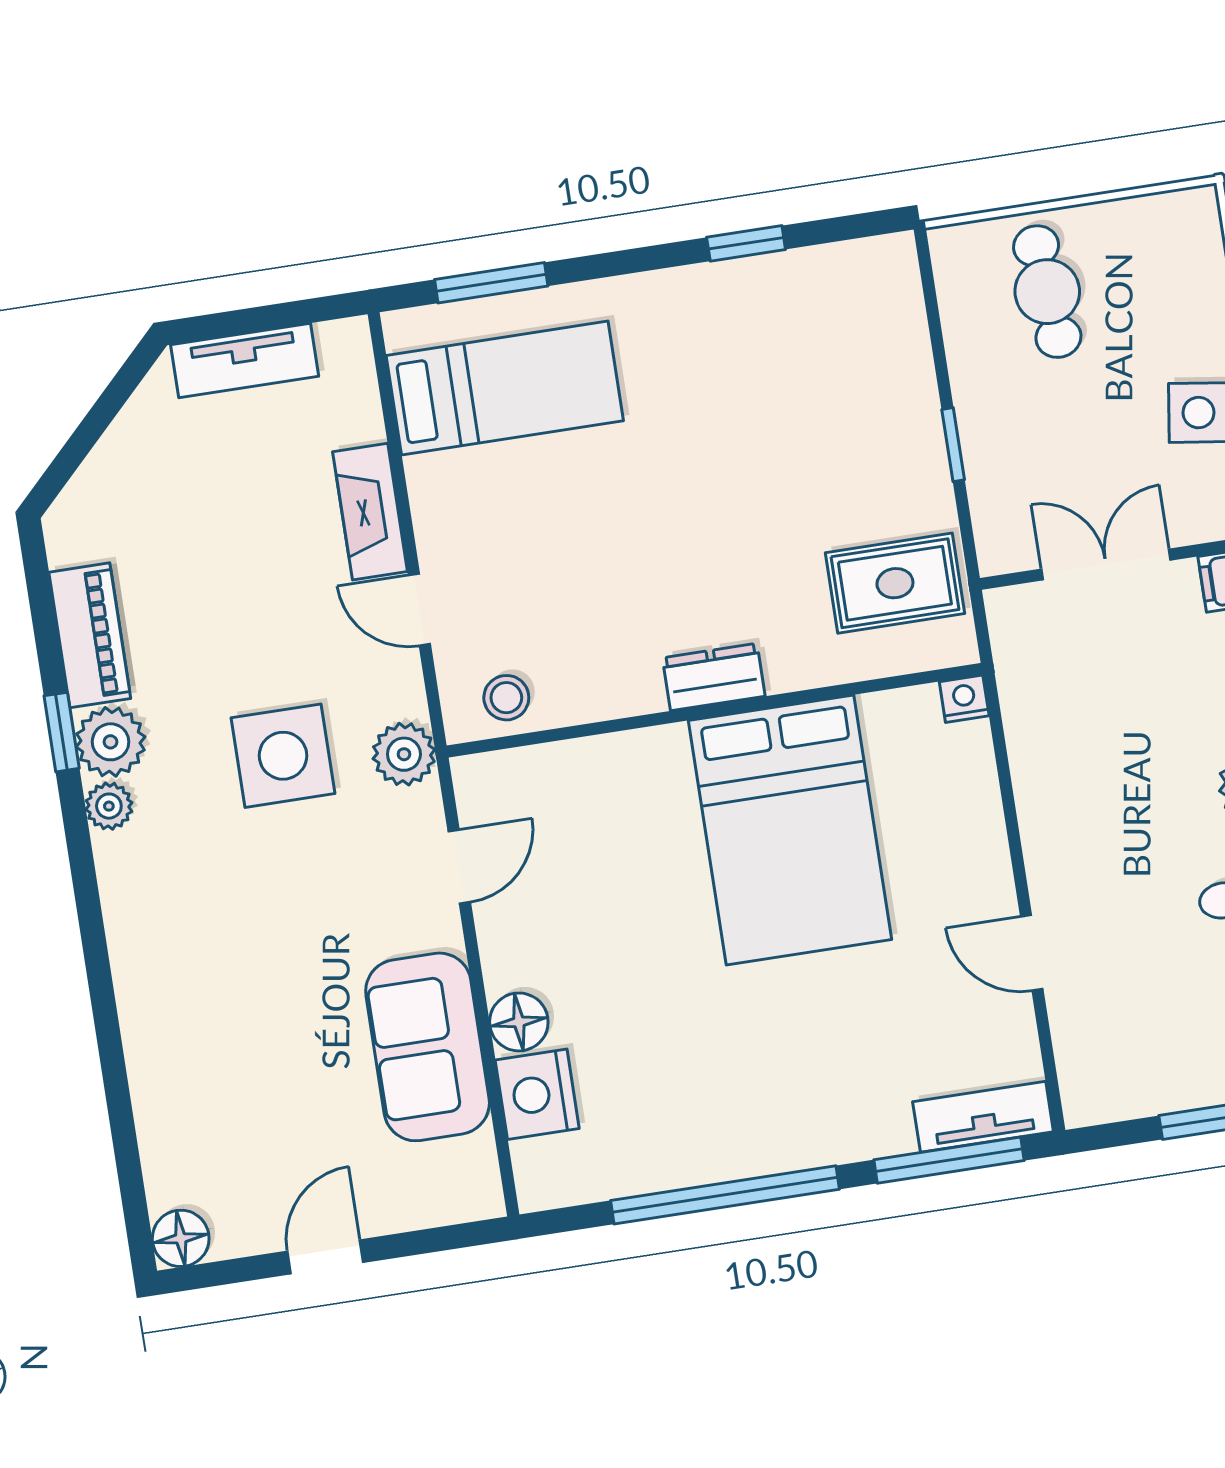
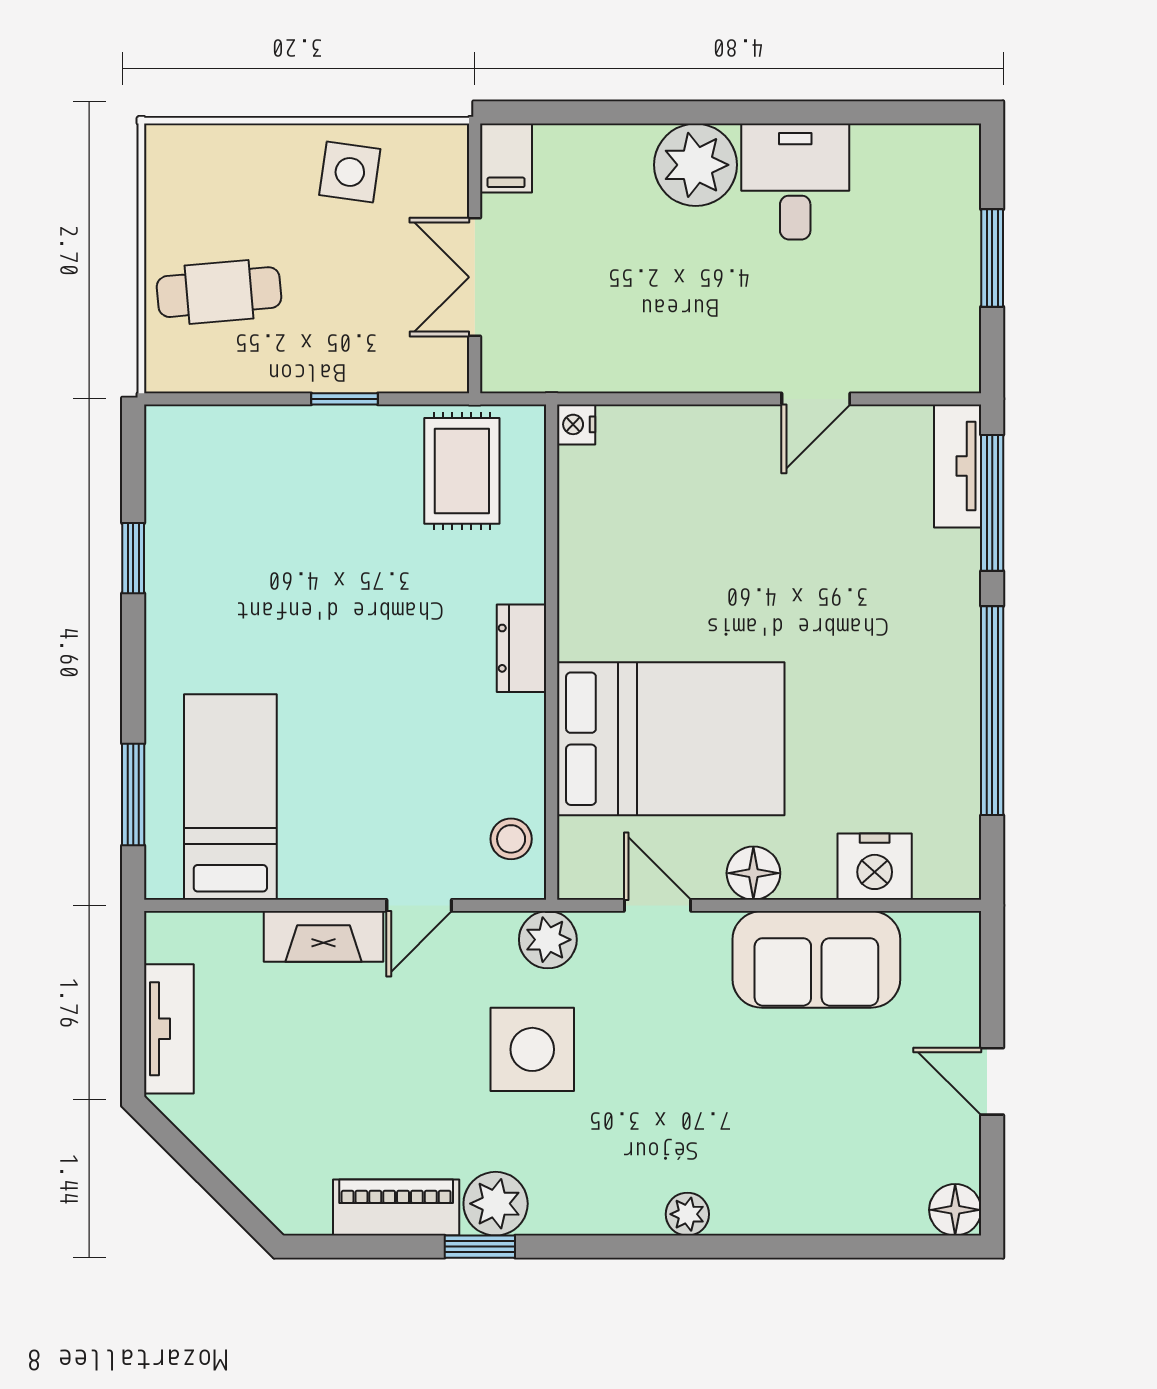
plant: (109, 806) -> (687, 1214), moved
bed: (790, 830) -> (671, 739), moved
floor lamp: (519, 1022) -> (753, 873), moved

